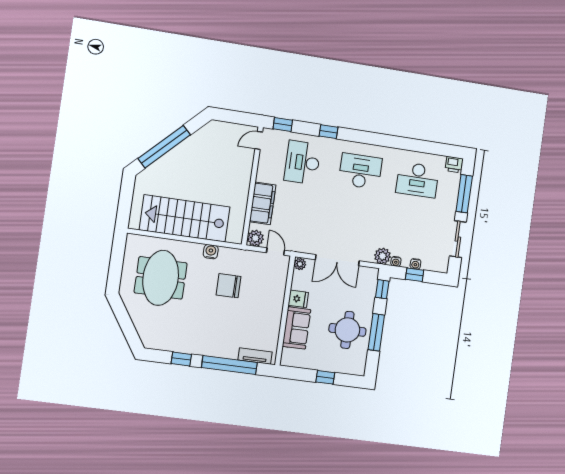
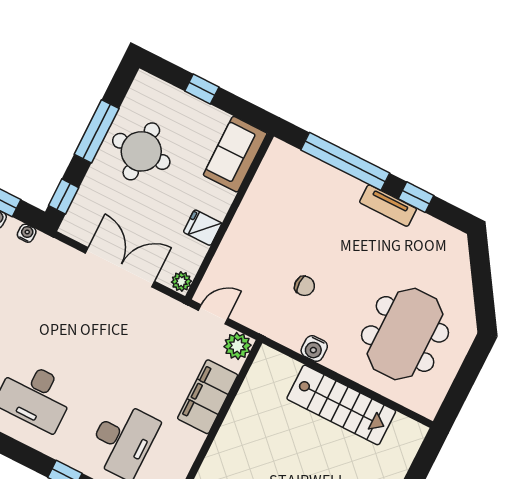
stairs: (185, 218) -> (341, 405), width x0.73, depth x0.66
door: (275, 252) -> (213, 314), swing flipped
plant: (382, 256) -> (45, 249), removed
chair: (229, 286) -> (305, 286), width x0.54, depth x0.54
sofa: (297, 328) -> (235, 154), moved
tv unit: (255, 356) -> (388, 206), moved

